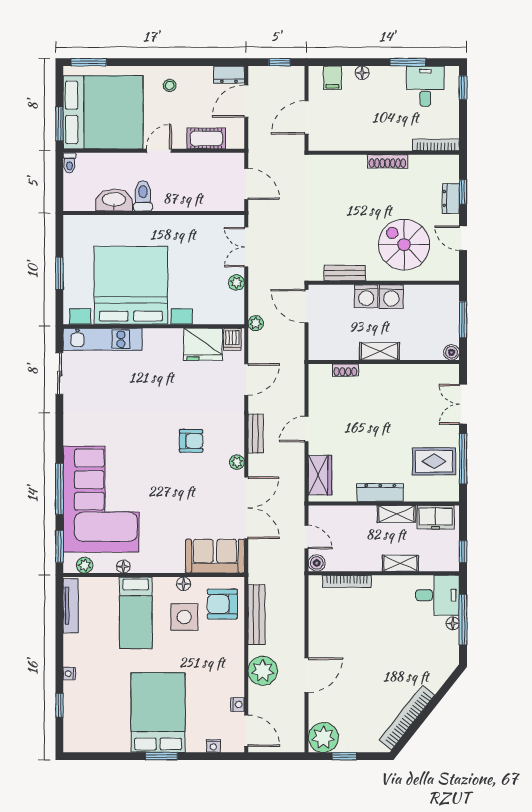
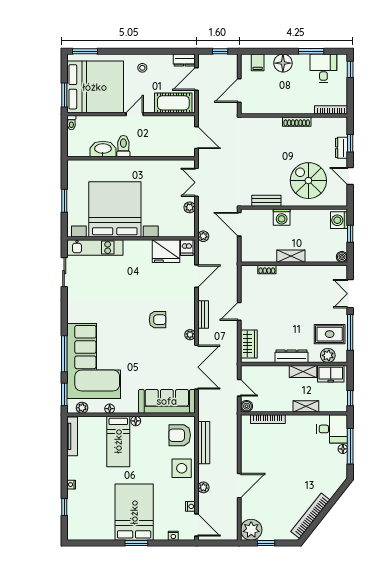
floor lamp: (362, 73) -> (283, 63), width x1.89, depth x1.89
cot: (206, 138) -> (173, 103), width x1.37, depth x1.34
washing machine: (391, 297) -> (339, 220), moved, turned 90
window: (463, 320) -> (350, 234), width x0.67
plant: (431, 491) -> (328, 355), added
sofa: (215, 556) -> (167, 401), width x1.36
floor lamp: (183, 584) -> (136, 421), moved
side table: (184, 617) -> (182, 468), moved
plant: (263, 671) -> (203, 487), width x0.53, depth x0.53

